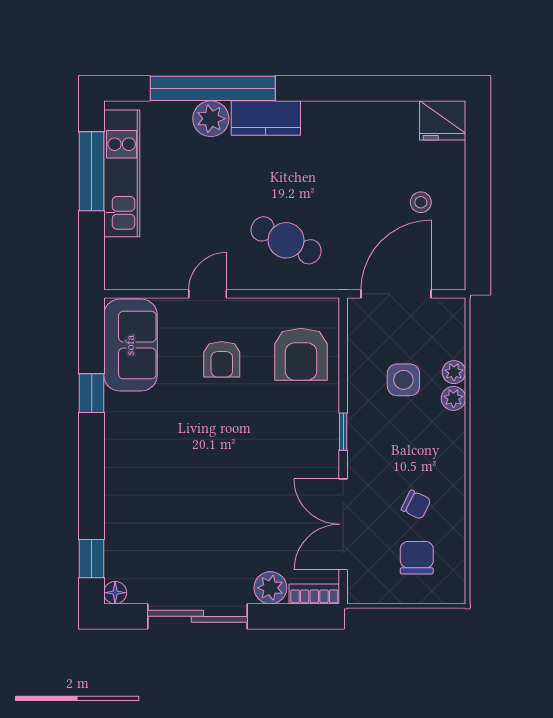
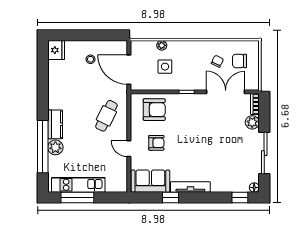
plant: (453, 398) -> (173, 46), removed
tv unit: (117, 441) -> (190, 187), added
double door: (343, 524) -> (226, 92), swing flipped

